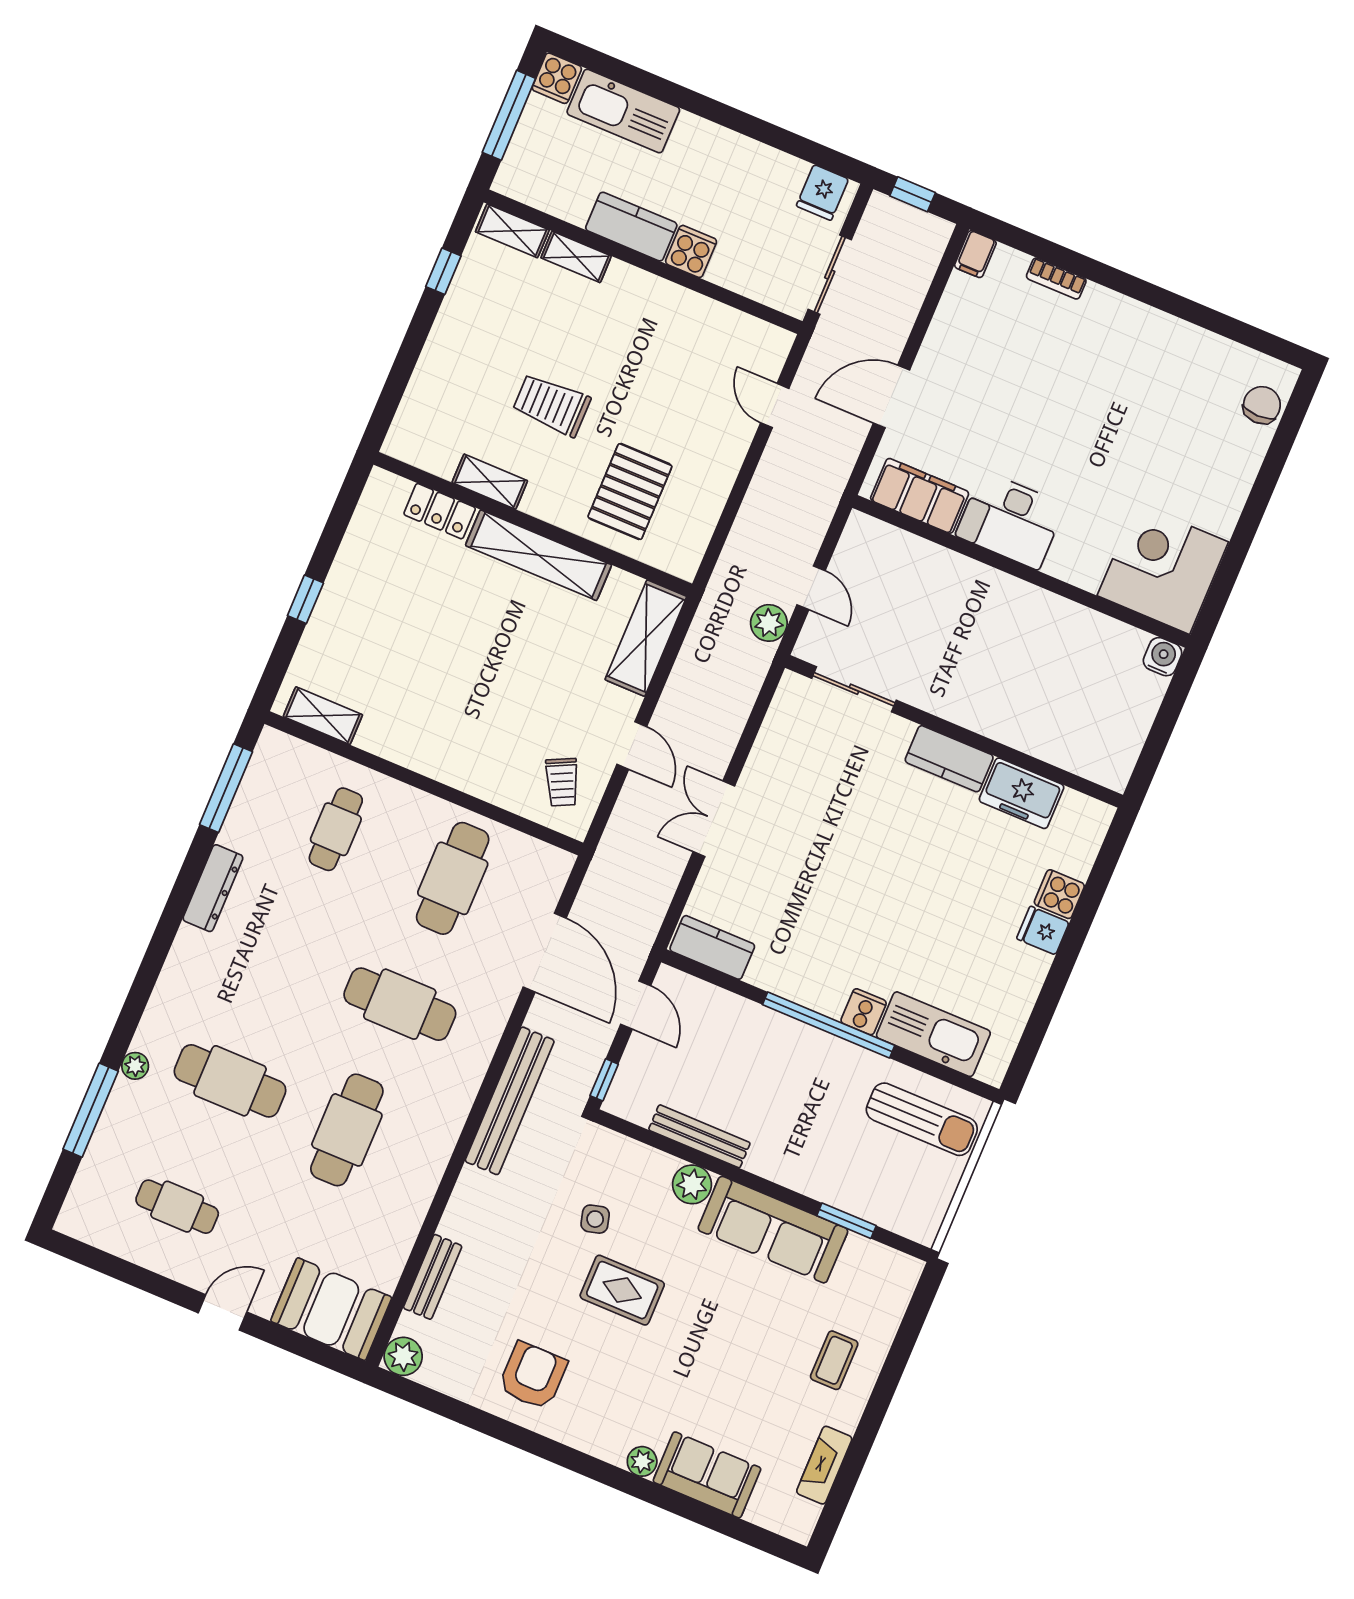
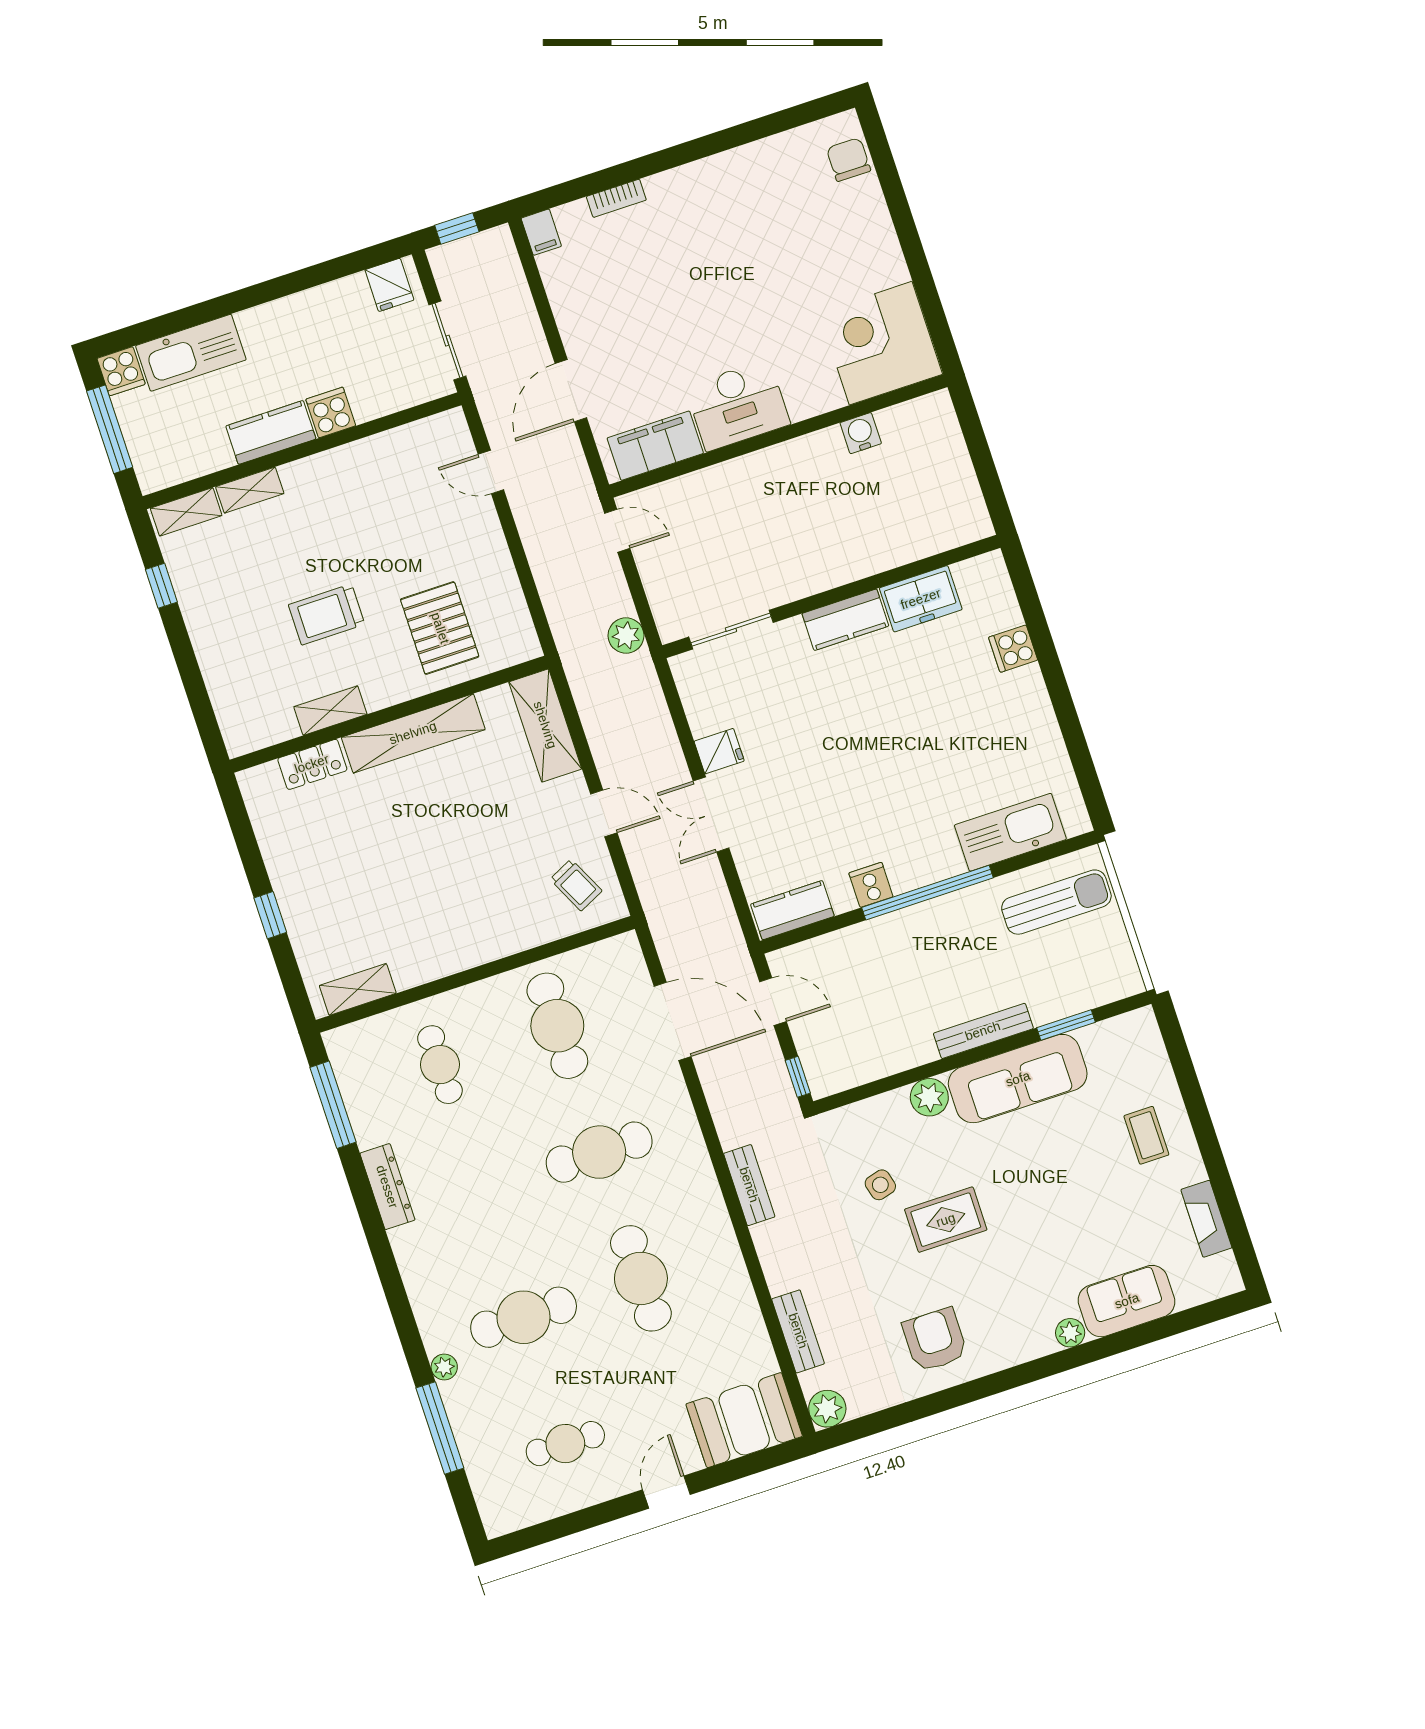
door: (811, 588) -> (617, 531), moved
water cooler: (1163, 657) -> (861, 433), moved
fridge: (1043, 931) -> (719, 751), moved, turned 180
cooker: (864, 1012) -> (871, 885), moved
bench: (510, 1101) -> (749, 1185), width x0.54, depth x0.82
bench: (699, 1136) -> (983, 1031), moved

